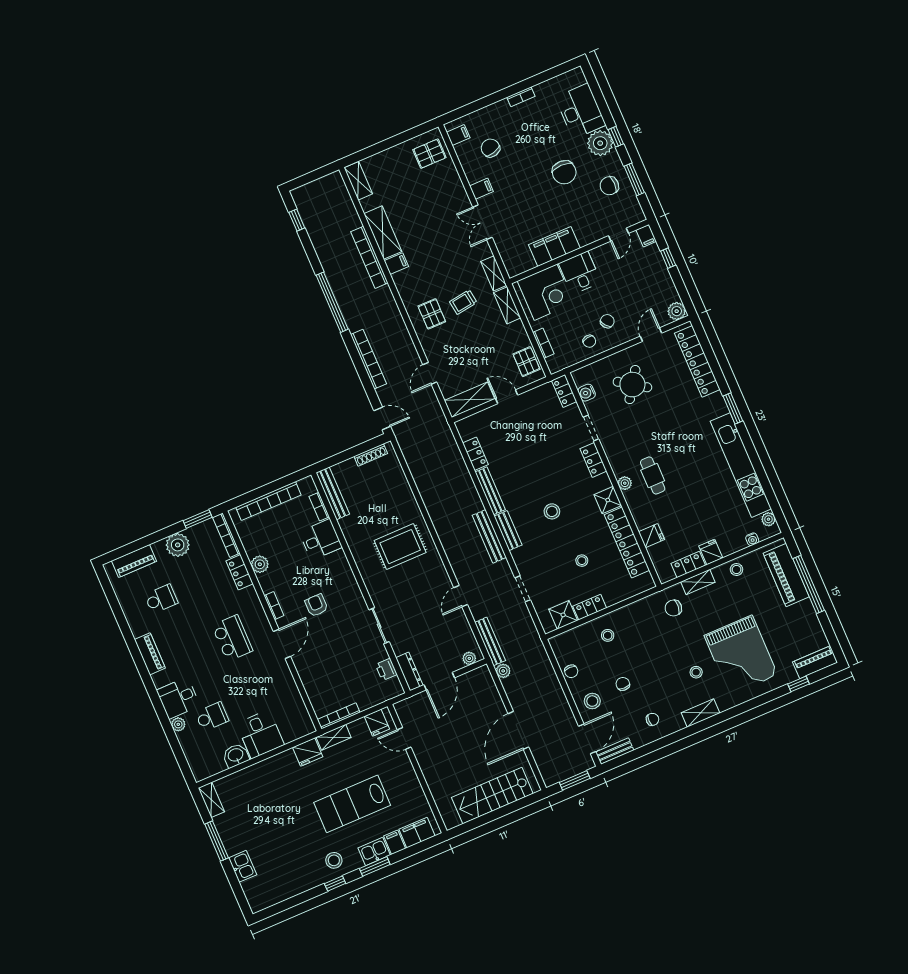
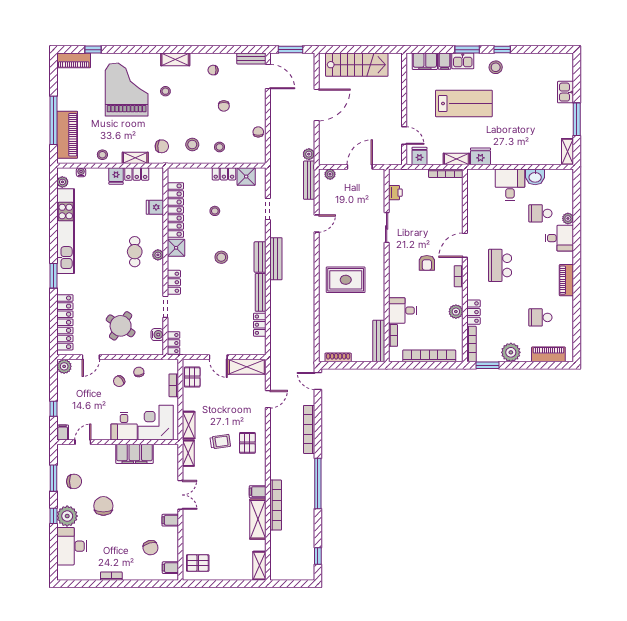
dresser: (409, 671) -> (379, 184), removed
stool: (592, 701) -> (192, 145), moved
door: (587, 739) -> (268, 77), swing flipped

